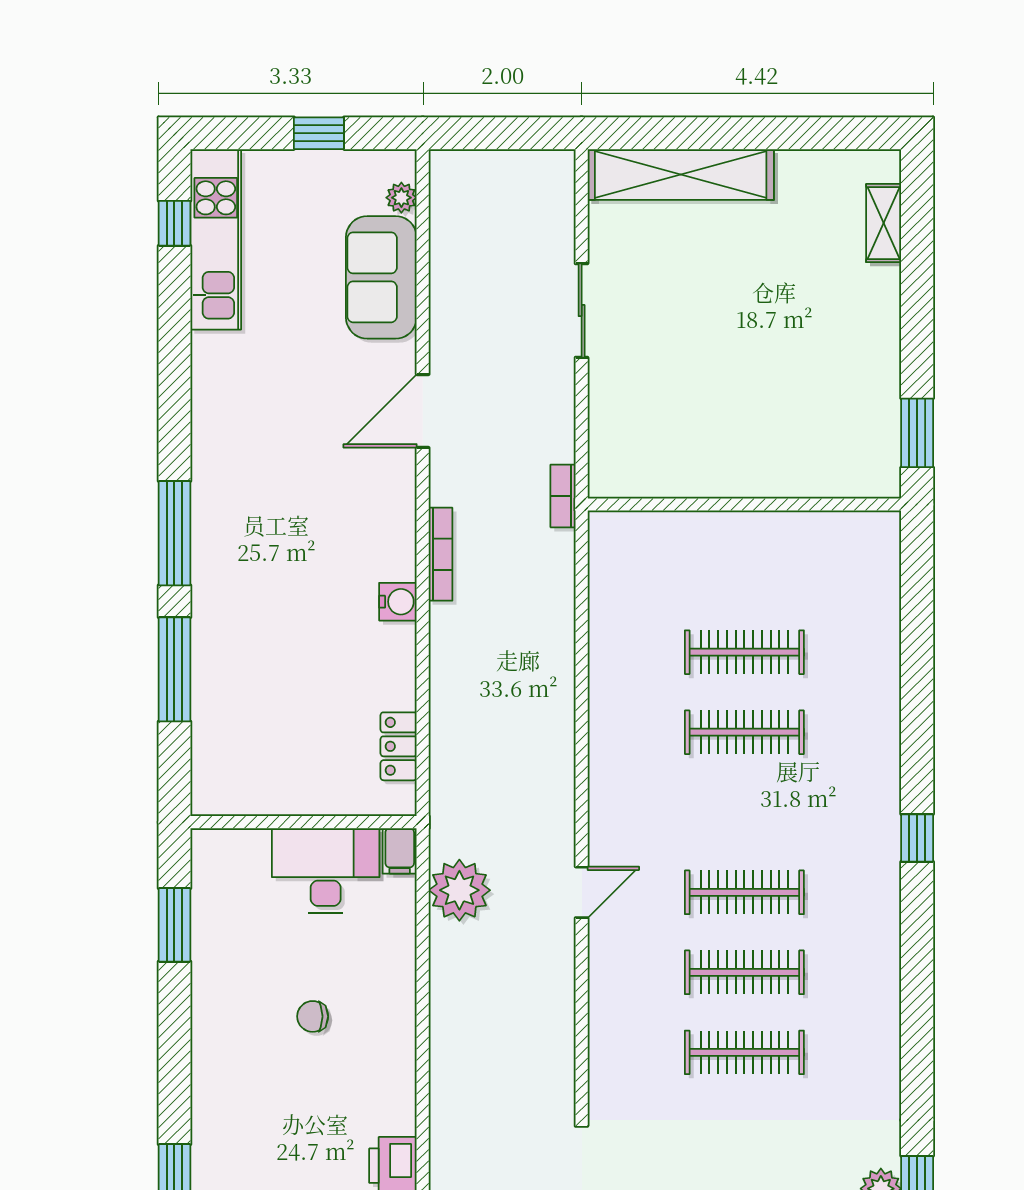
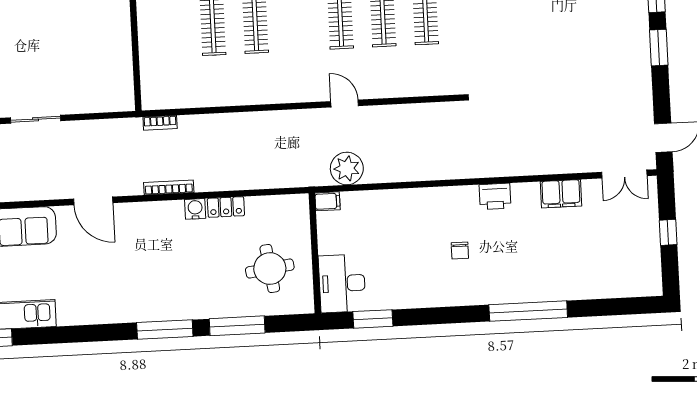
bookcase: (563, 496) -> (160, 123), moved
round table: (279, 736) -> (270, 269), added
locker: (399, 746) -> (226, 207), moved
desk: (326, 870) -> (342, 283), moved
chair: (313, 1016) -> (460, 250), moved

